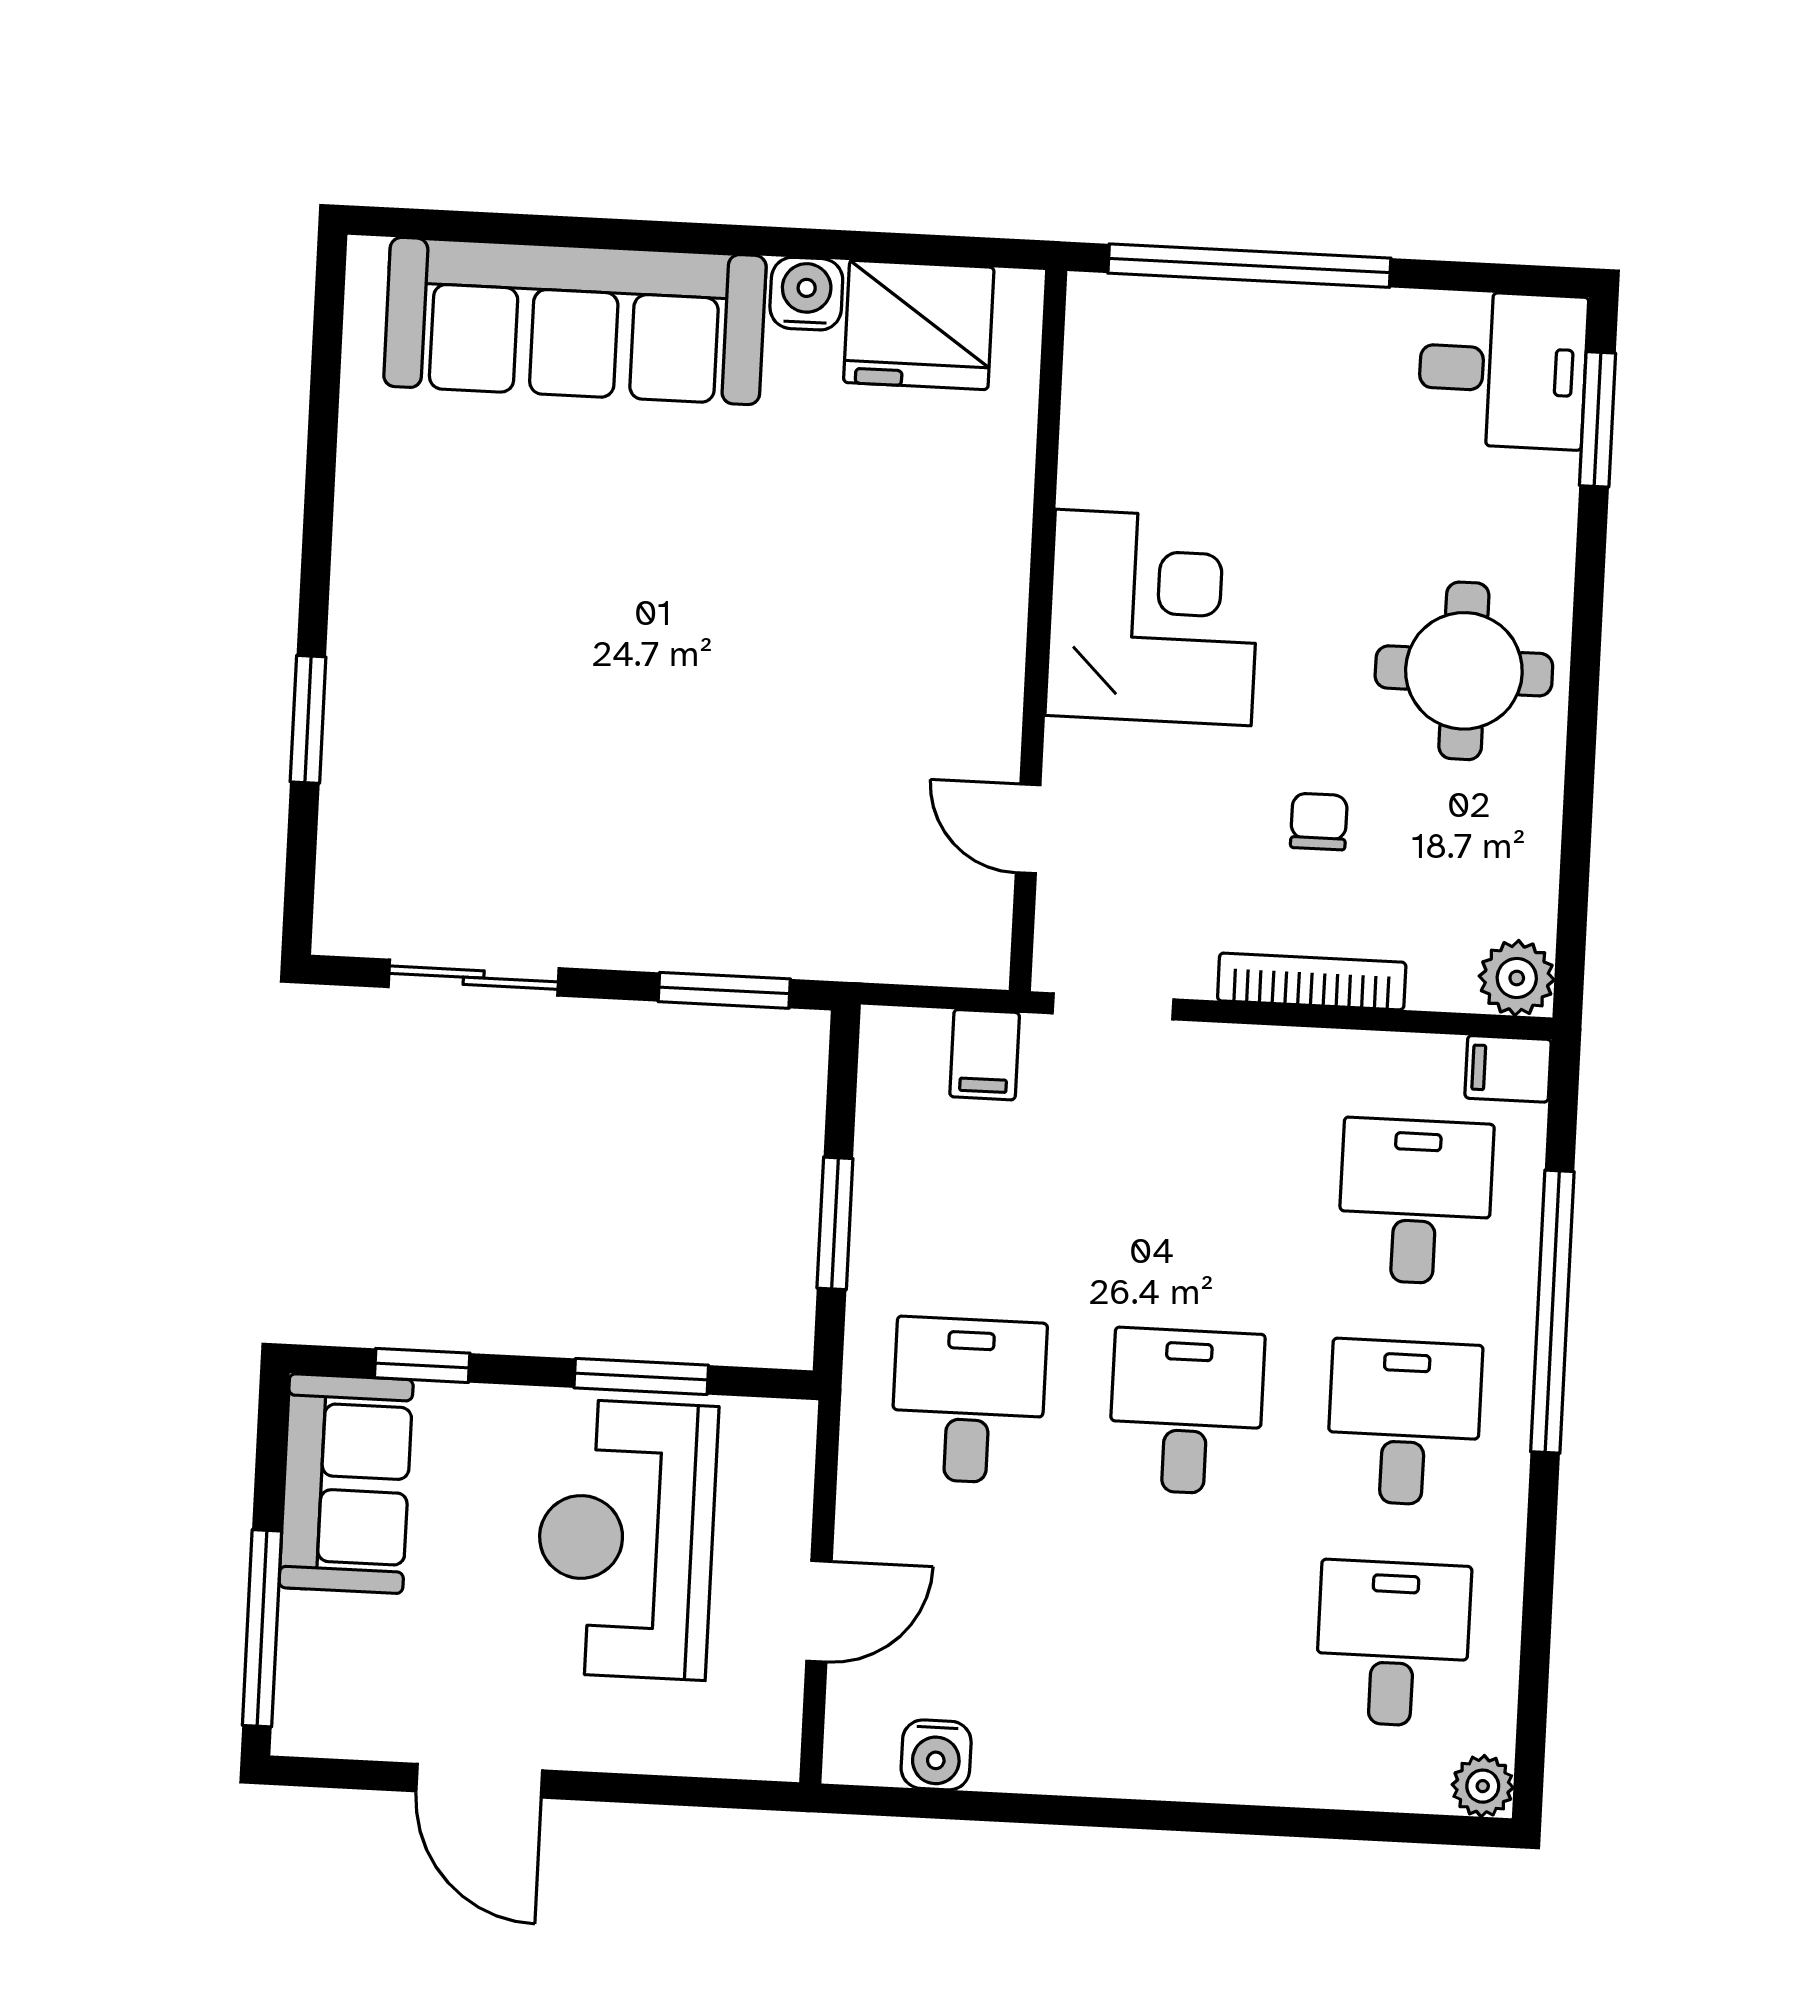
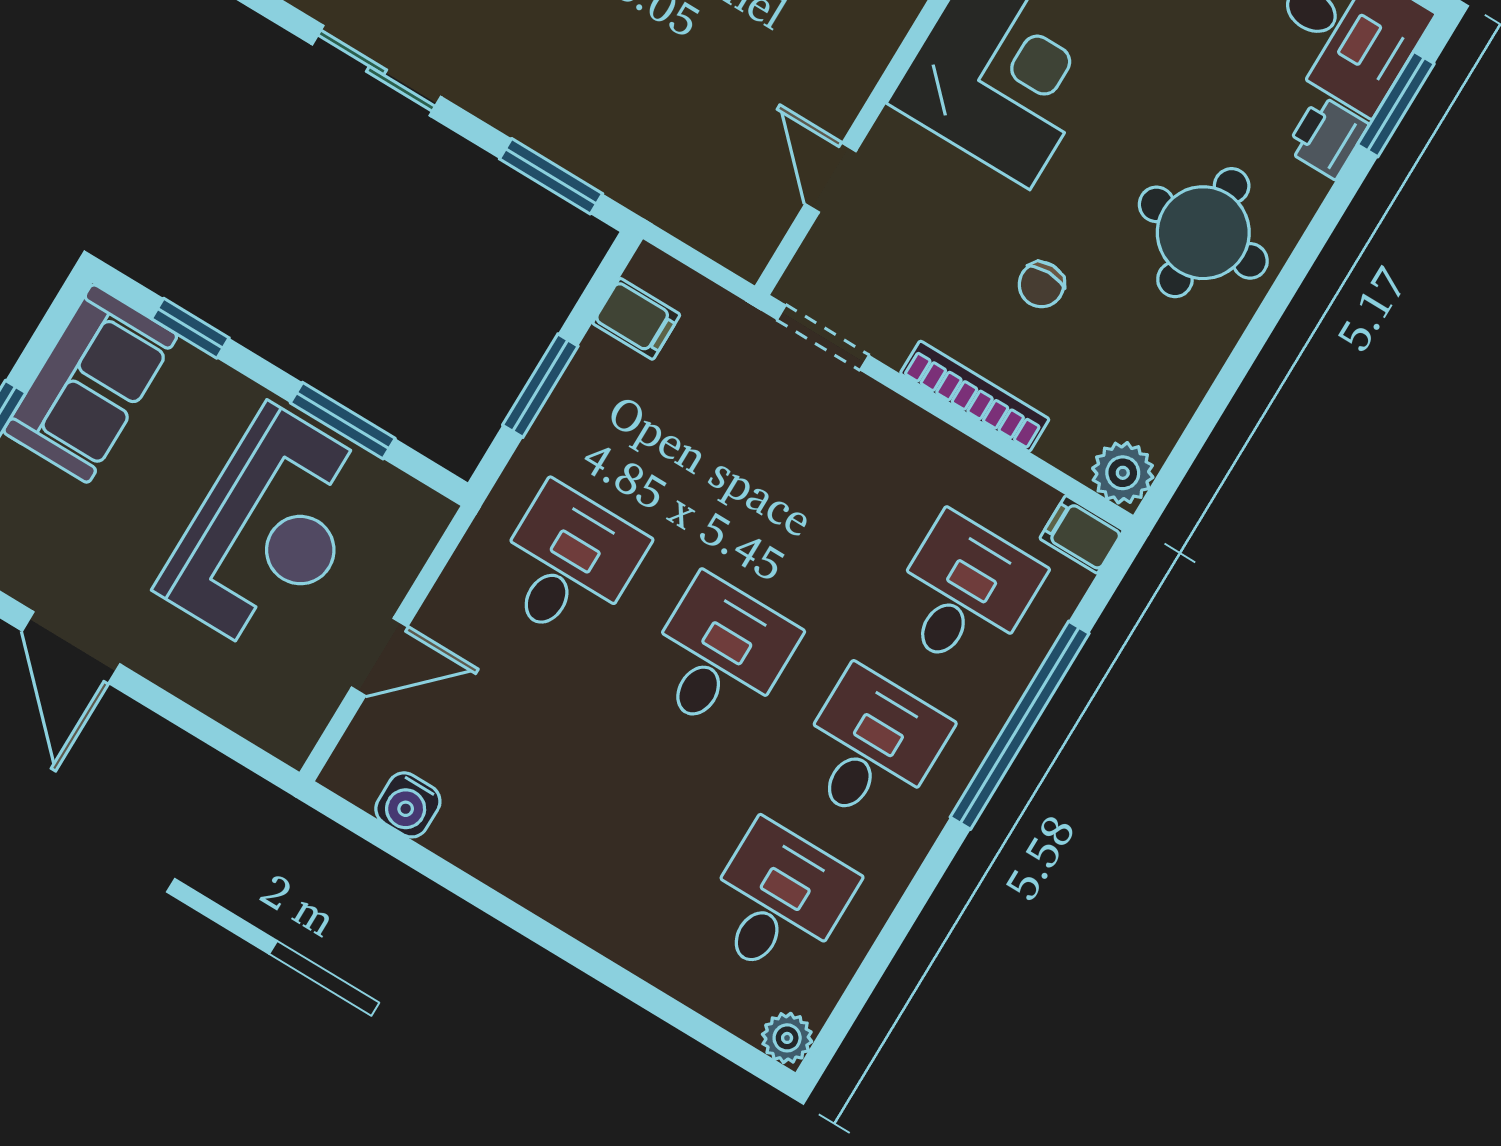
printer: (1542, 495) -> (1327, 137), added
chair: (1319, 822) -> (1041, 285), turned 180
filing cabinet: (985, 1055) -> (636, 319), moved, turned -90
reception desk: (626, 1539) -> (269, 531), turned 180

